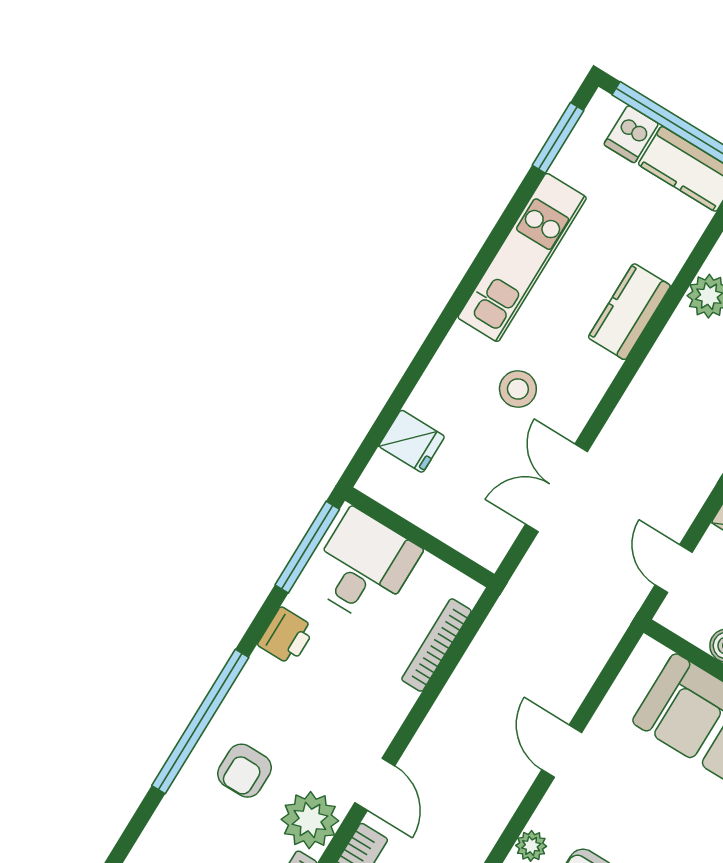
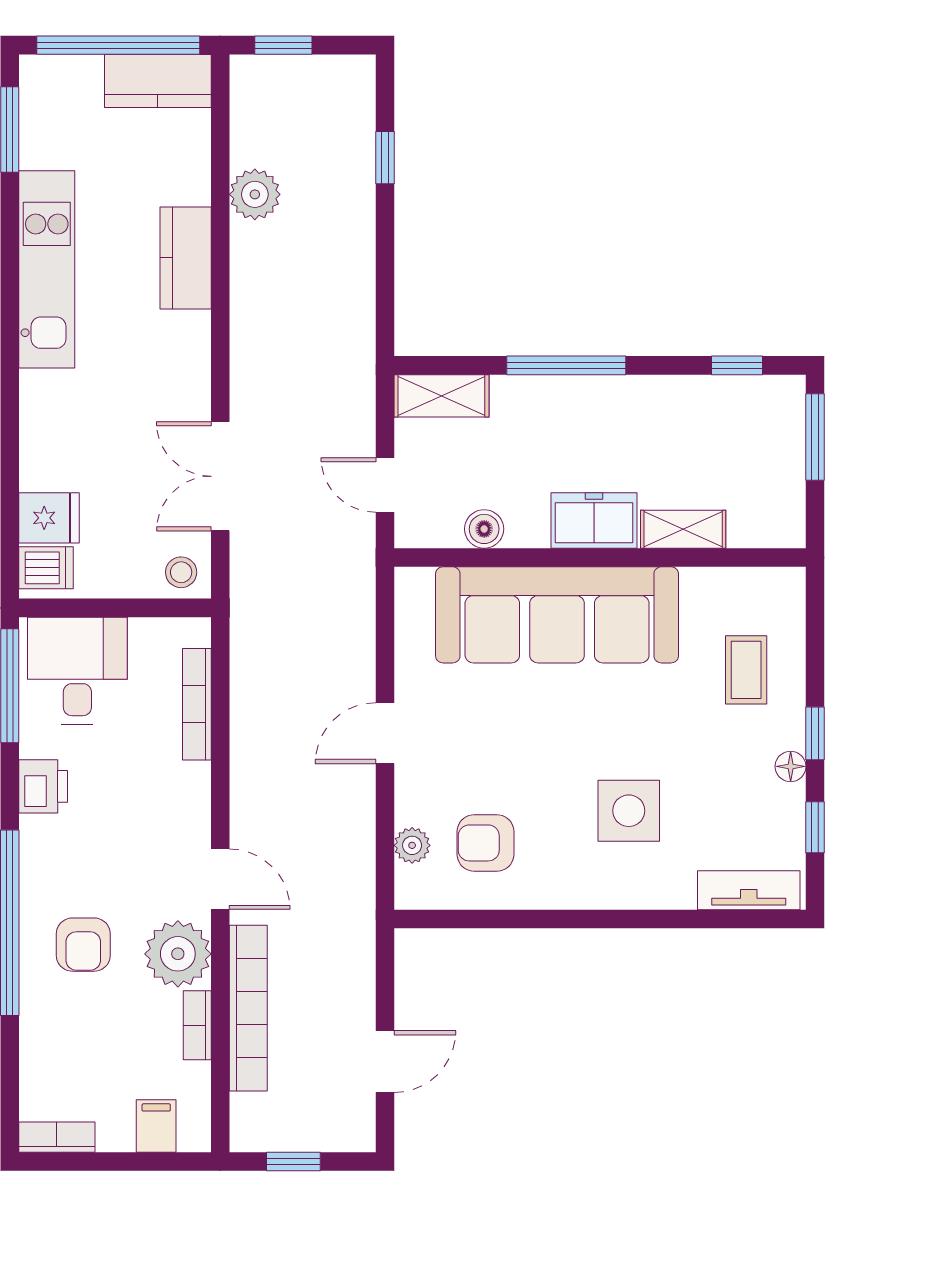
dishwasher: (631, 134) -> (46, 568), moved, turned -90
stool: (518, 389) -> (181, 572), moved, width x0.73, depth x0.73
door: (562, 751) -> (385, 733), hinge flipped

